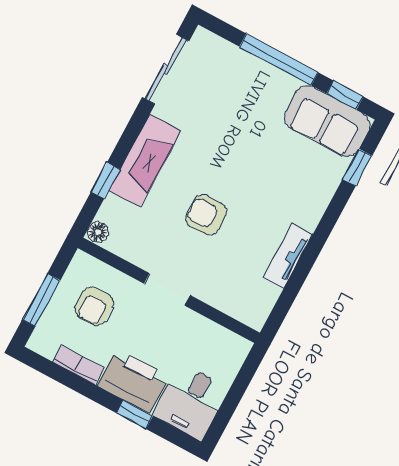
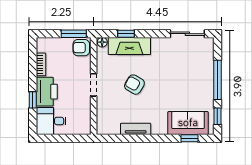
sofa: (327, 121) -> (188, 123), moved, turned 90
fireplace: (145, 160) -> (129, 46), moved
armchair: (206, 215) -> (134, 85), turned -60
window: (41, 300) -> (74, 34), moved
armchair: (94, 306) -> (81, 48), moved

